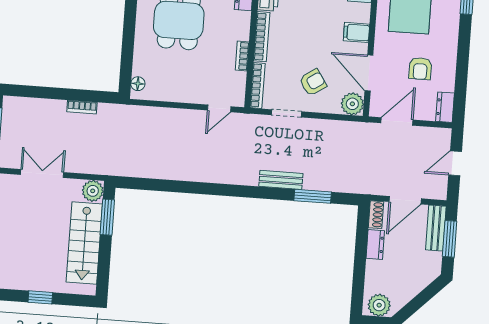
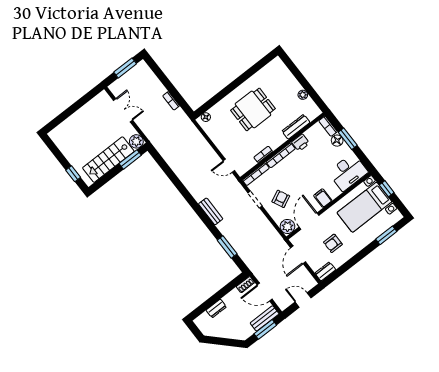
armchair: (313, 82) -> (281, 199), turned -82
door: (397, 121) -> (298, 255), swing flipped
bench: (281, 180) -> (211, 211), moved
dresser: (375, 244) -> (216, 309), moved
window: (40, 297) -> (73, 174), moved
plant: (379, 305) -> (204, 325), removed

